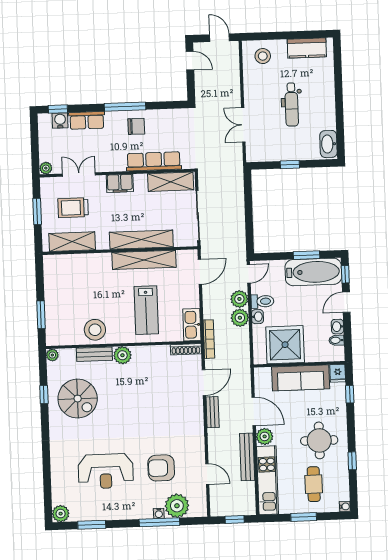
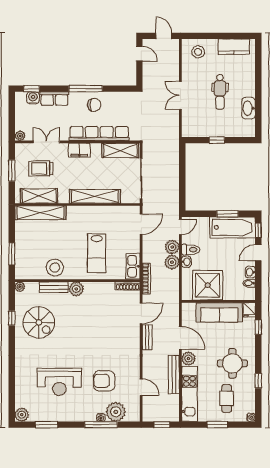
double door: (243, 125) -> (180, 95), moved
washbasin: (328, 144) -> (249, 108), moved
row of seats: (154, 161) -> (99, 134), width x1.36
shelving: (144, 260) -> (40, 213), moved

